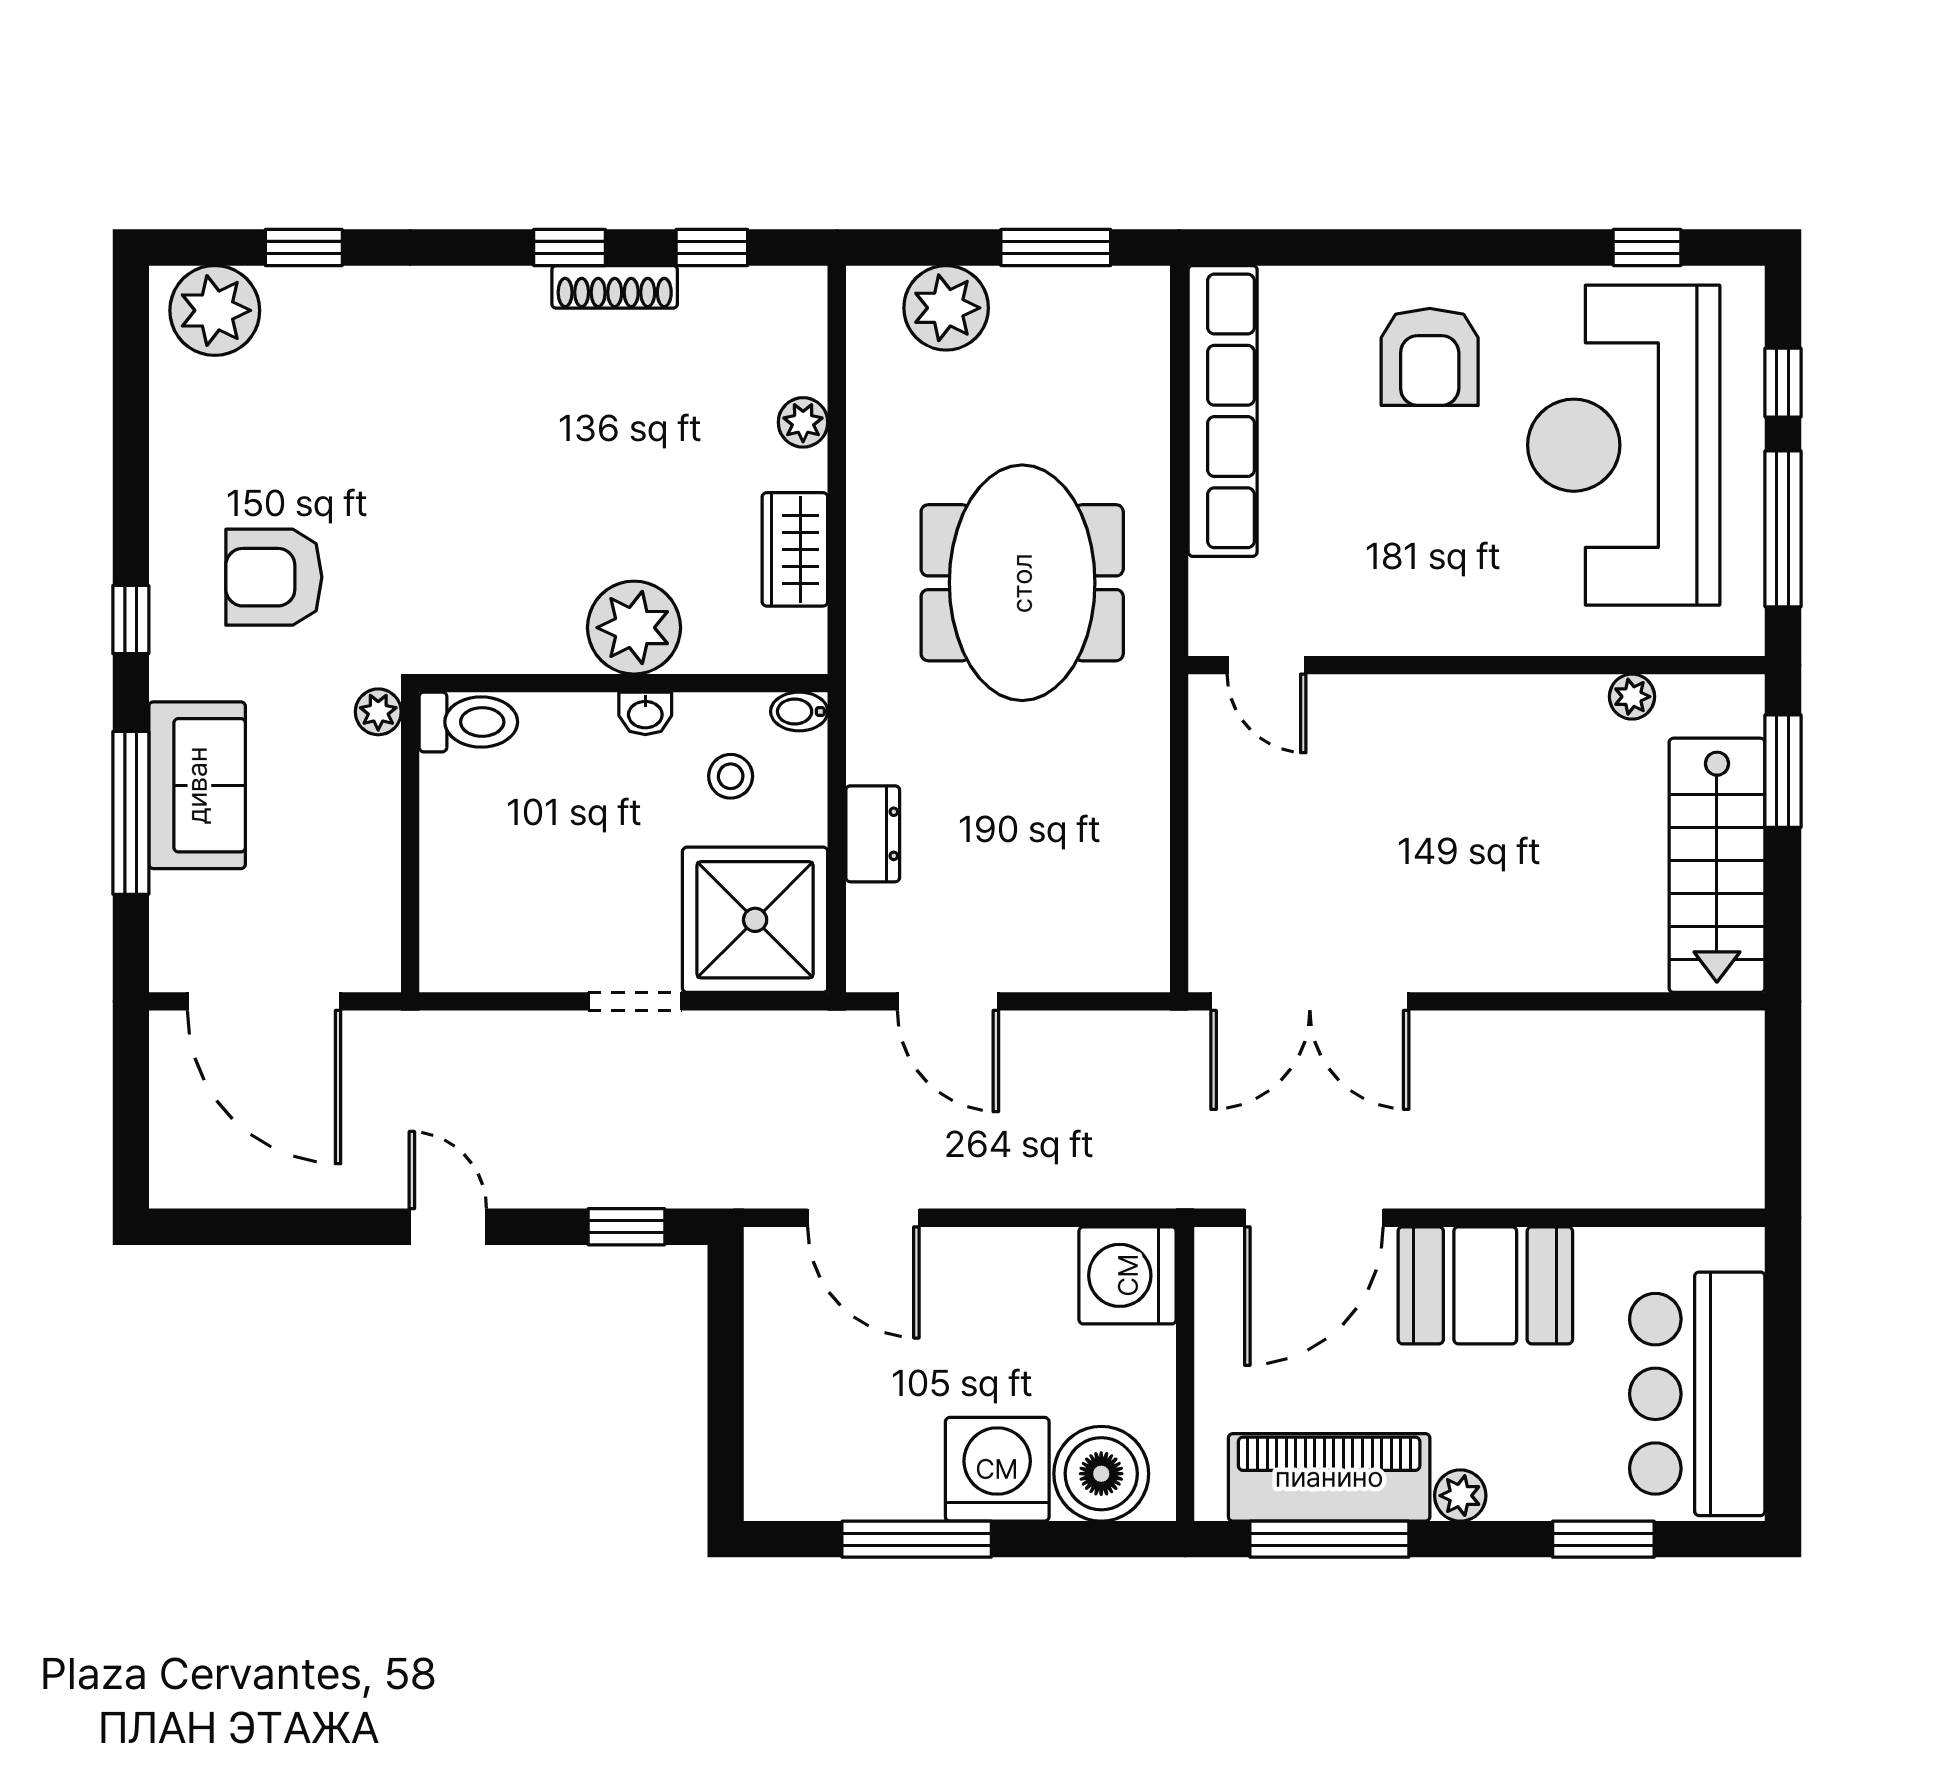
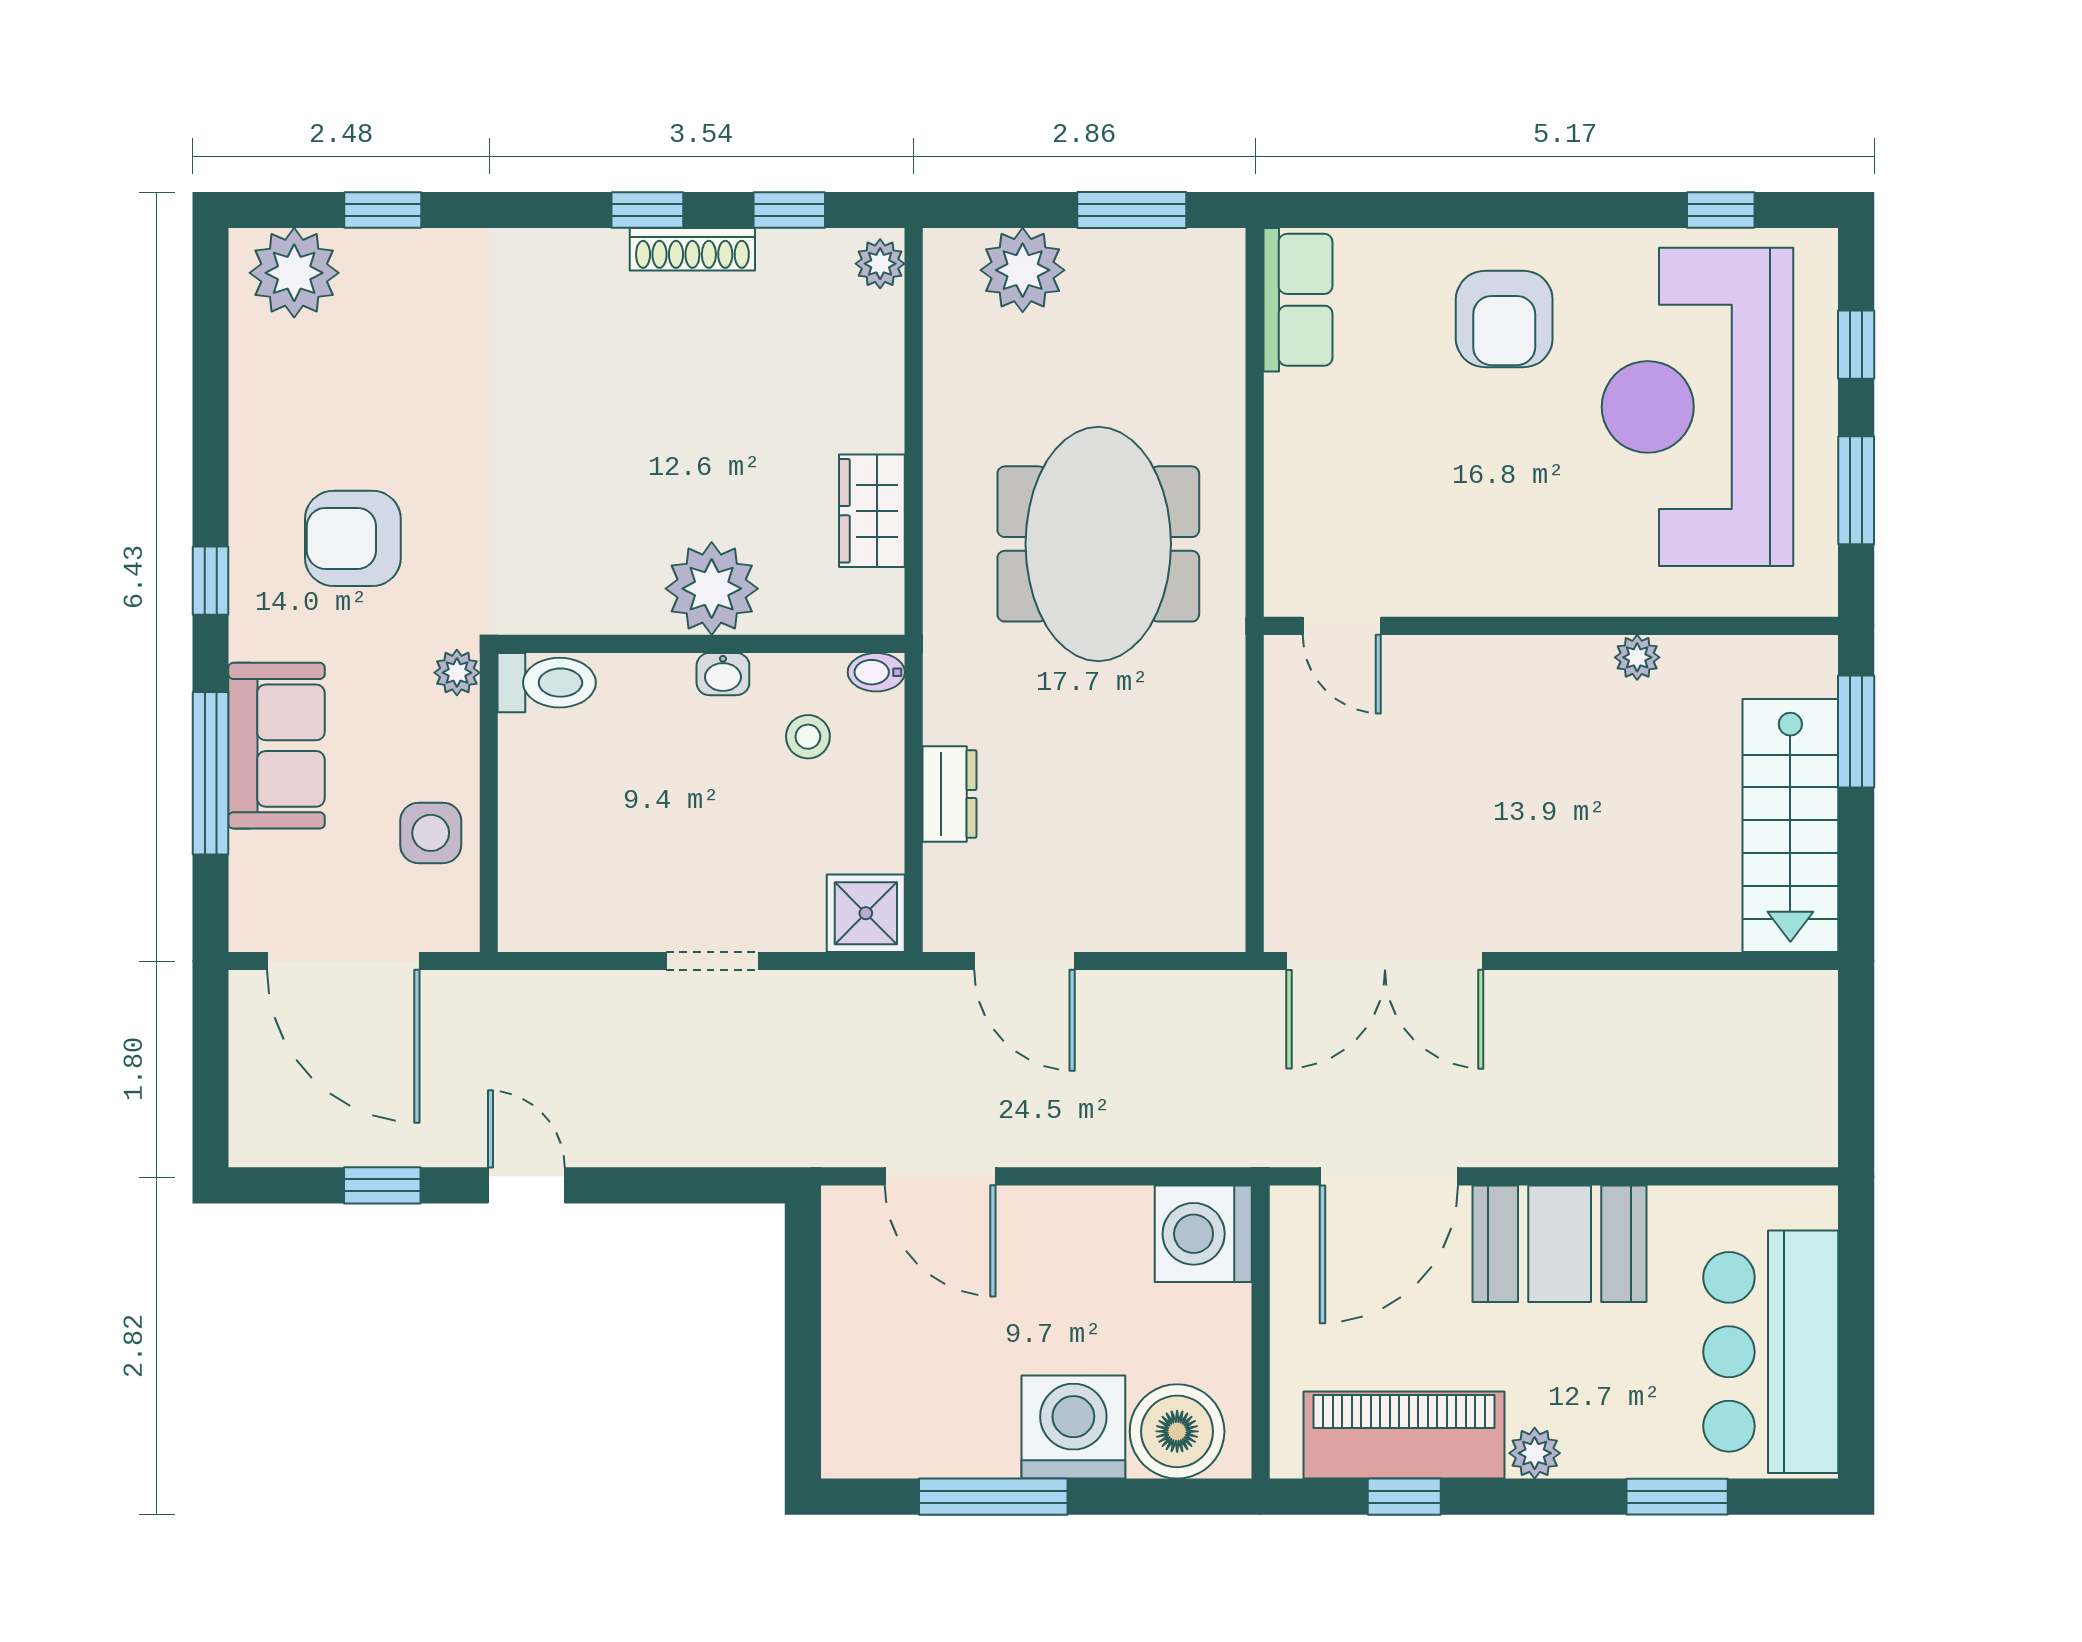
row of seats: (1223, 411) -> (1298, 300), width x0.50
plant: (803, 422) -> (880, 264), moved
window: (1783, 529) -> (1856, 490), width x0.69
plant: (1632, 697) -> (1637, 657), moved
side table: (352, 873) -> (431, 833), added
shower: (755, 920) -> (866, 913), width x0.54, depth x0.54
window: (626, 1227) -> (382, 1185), moved
window: (1329, 1539) -> (1404, 1497), width x0.46

